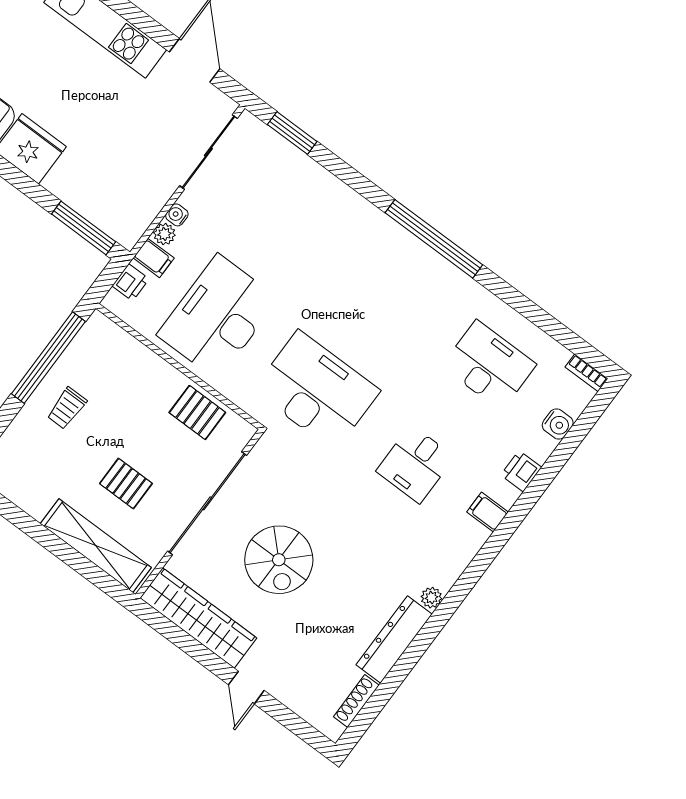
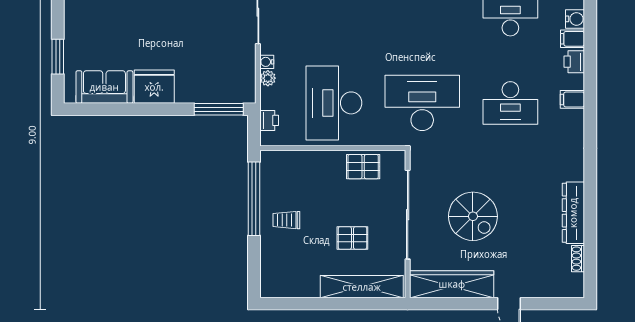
filing cabinet: (154, 258) -> (573, 39), moved, turned 180
trolley: (67, 408) -> (286, 220), turned 90
desk: (415, 464) -> (510, 103), width x1.37
plant: (431, 598) -> (577, 173), removed
shoe rack: (356, 701) -> (578, 259), width x0.70

